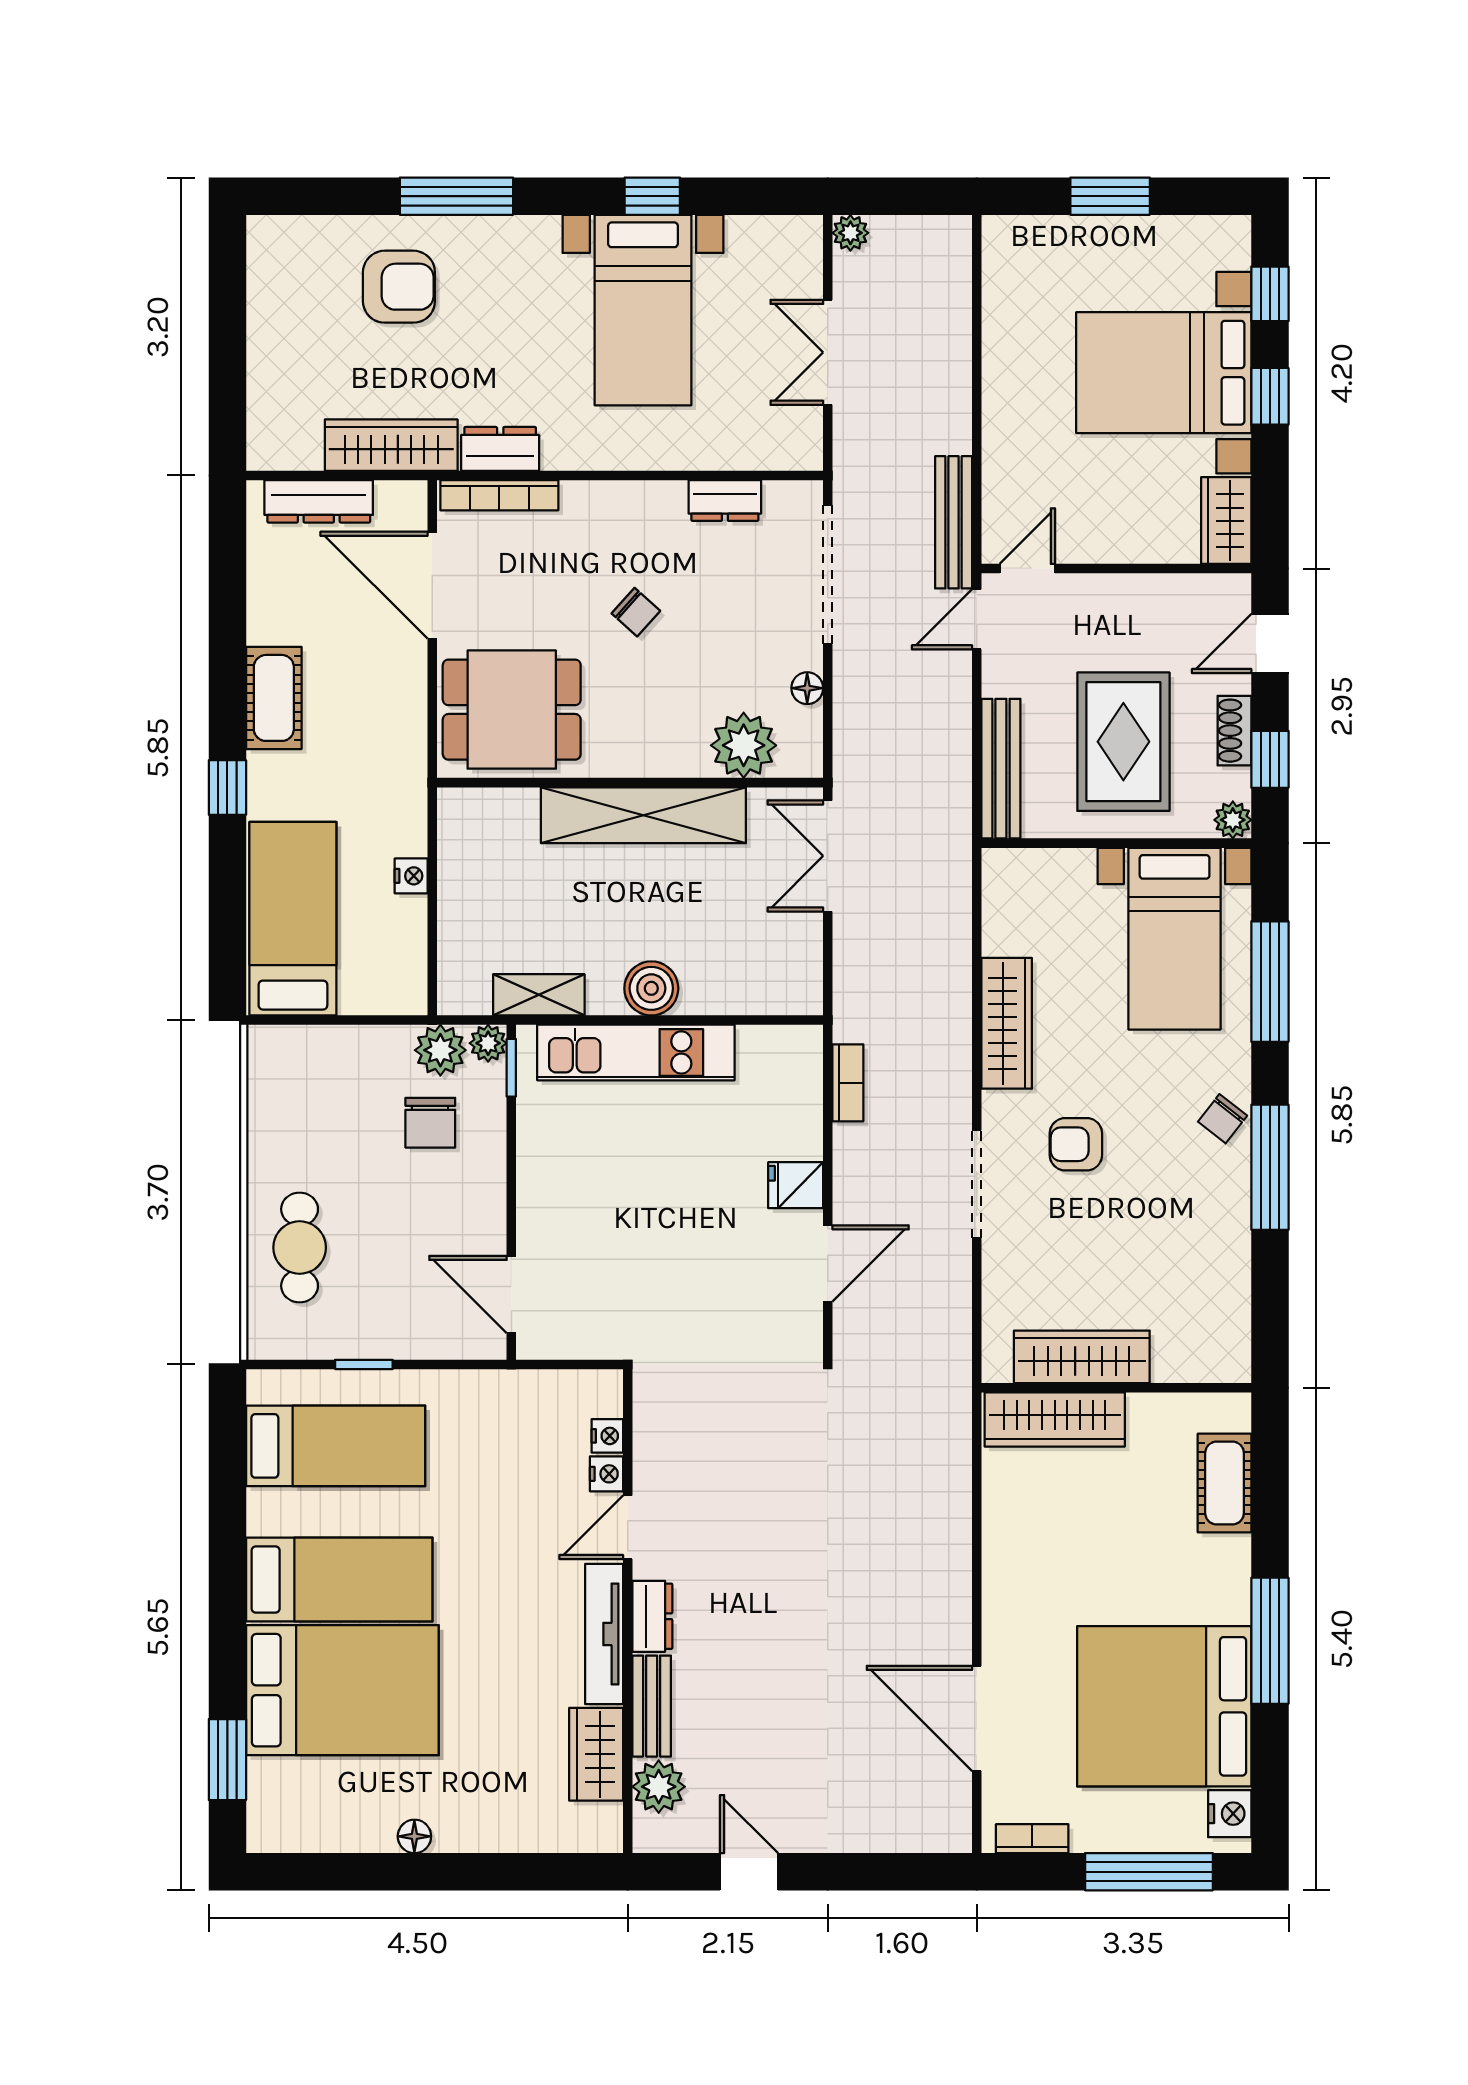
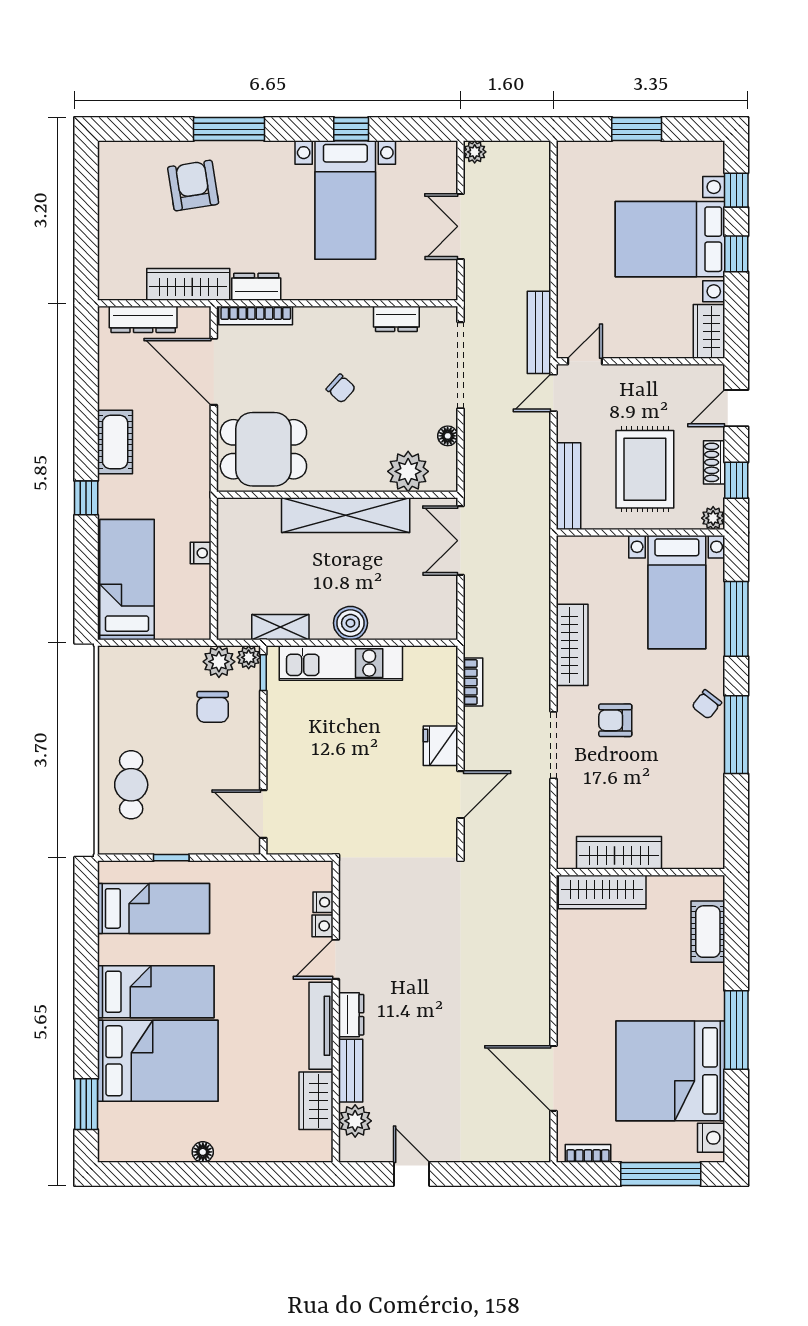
armchair: (399, 287) -> (193, 186), turned -99
fridge: (796, 1185) -> (441, 746), width x1.38

